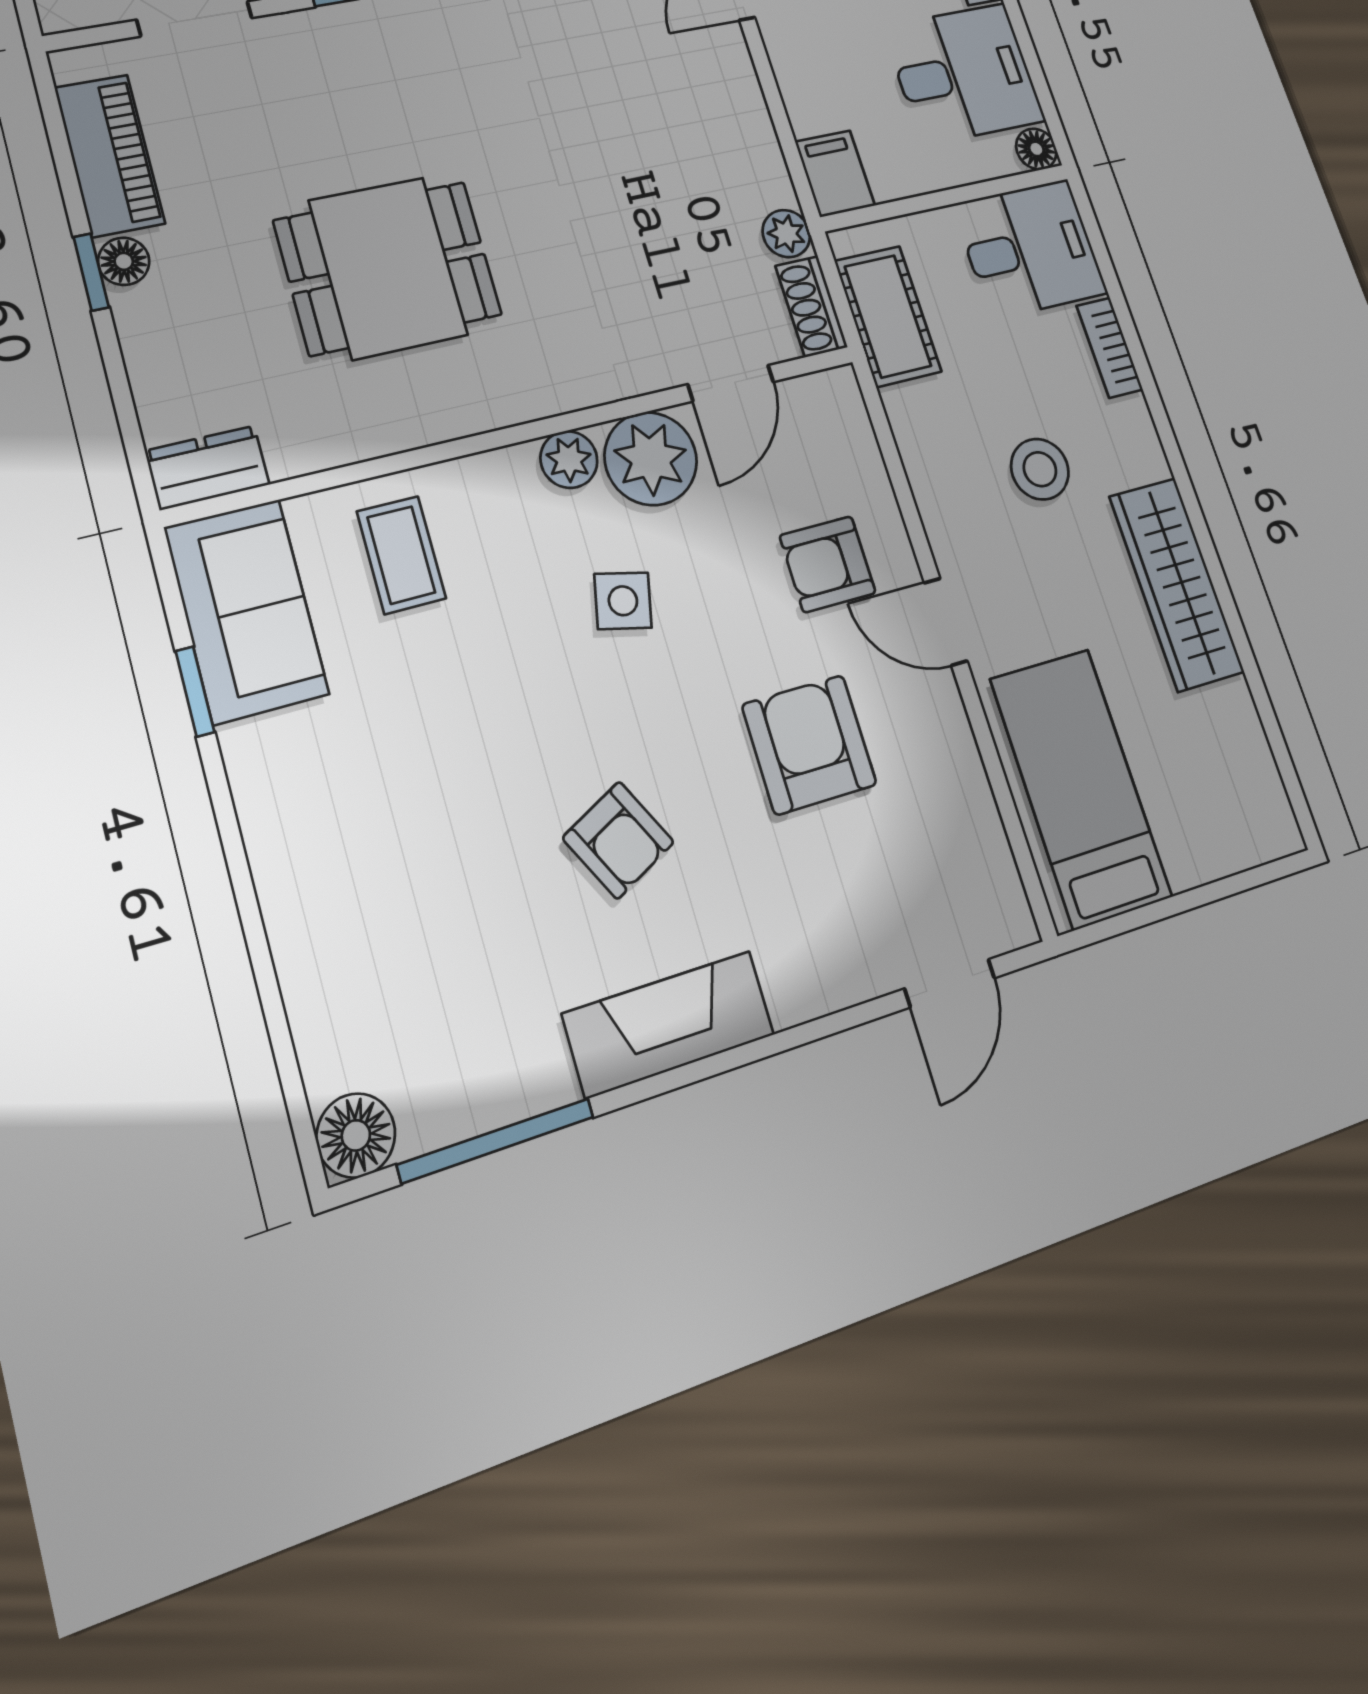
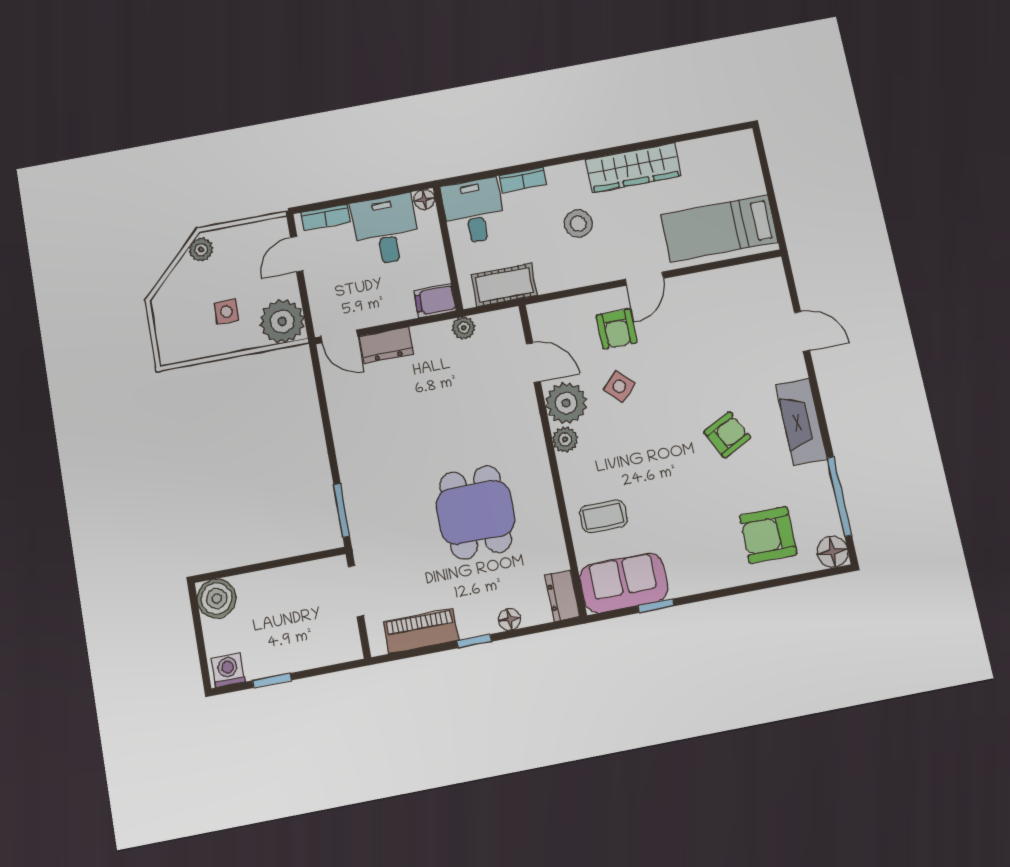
dresser: (730, 77) -> (387, 345), added
floor lamp: (124, 261) -> (509, 619), moved
shoe rack: (811, 307) -> (499, 321), removed
side table: (623, 601) -> (619, 386), moved, turned 31
armchair: (809, 745) -> (768, 535), moved
door: (950, 983) -> (802, 331), moved

